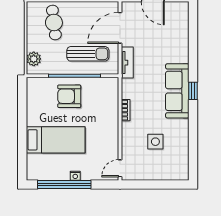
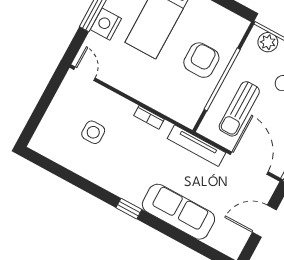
tv unit: (127, 63) -> (196, 146), width x1.41
sofa: (177, 91) -> (178, 212), moved
nightstand: (75, 176) -> (106, 24), width x1.89, depth x1.79

